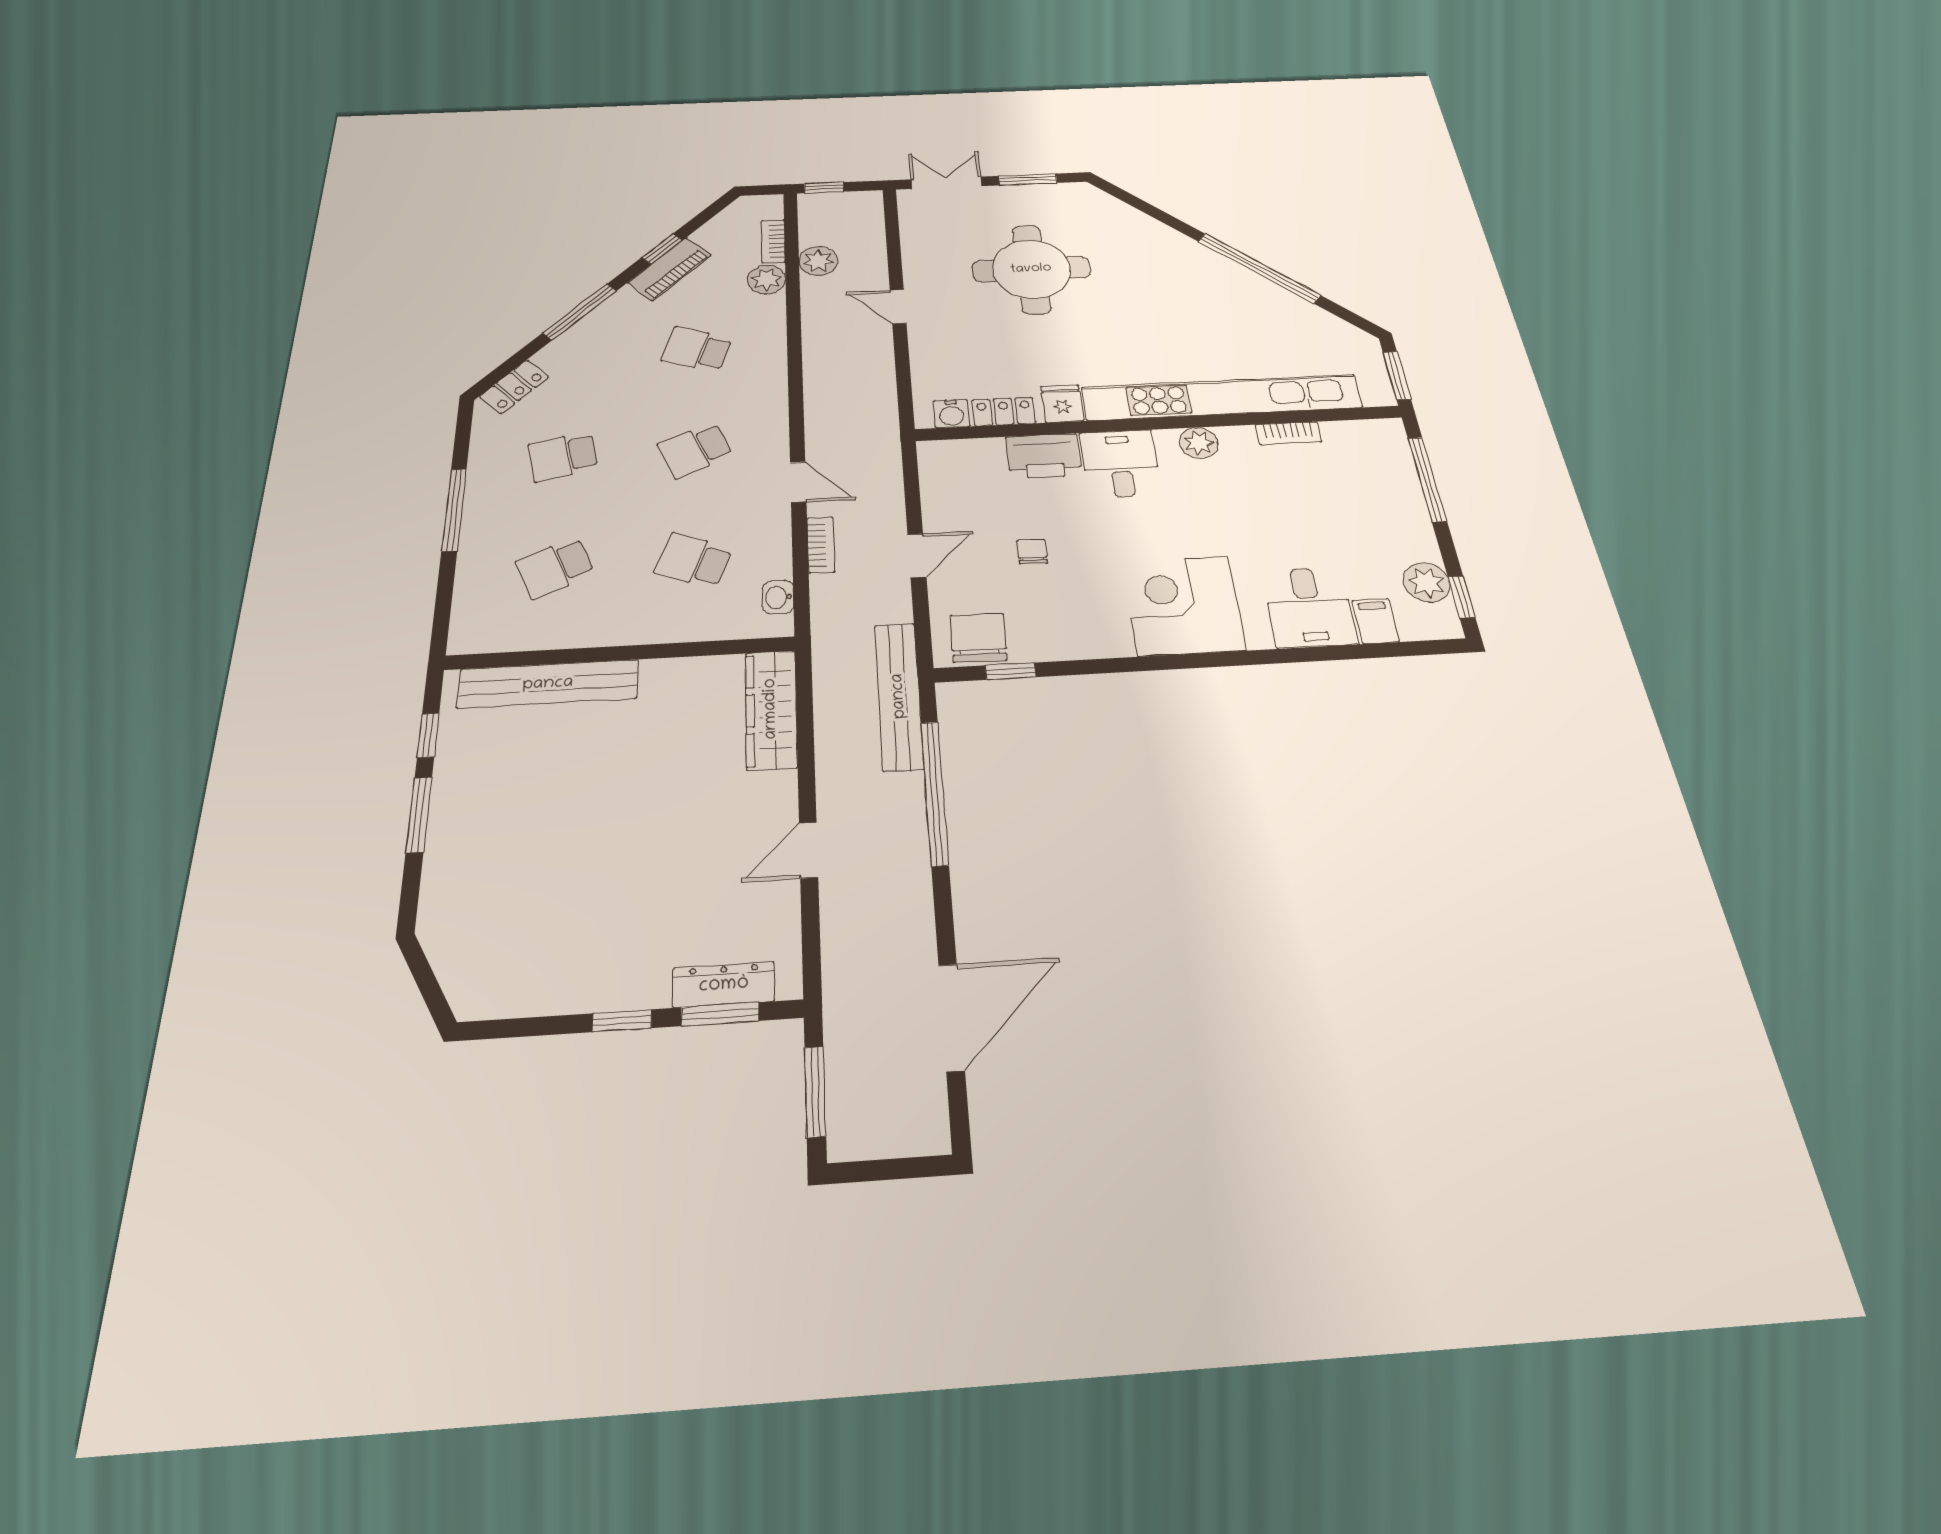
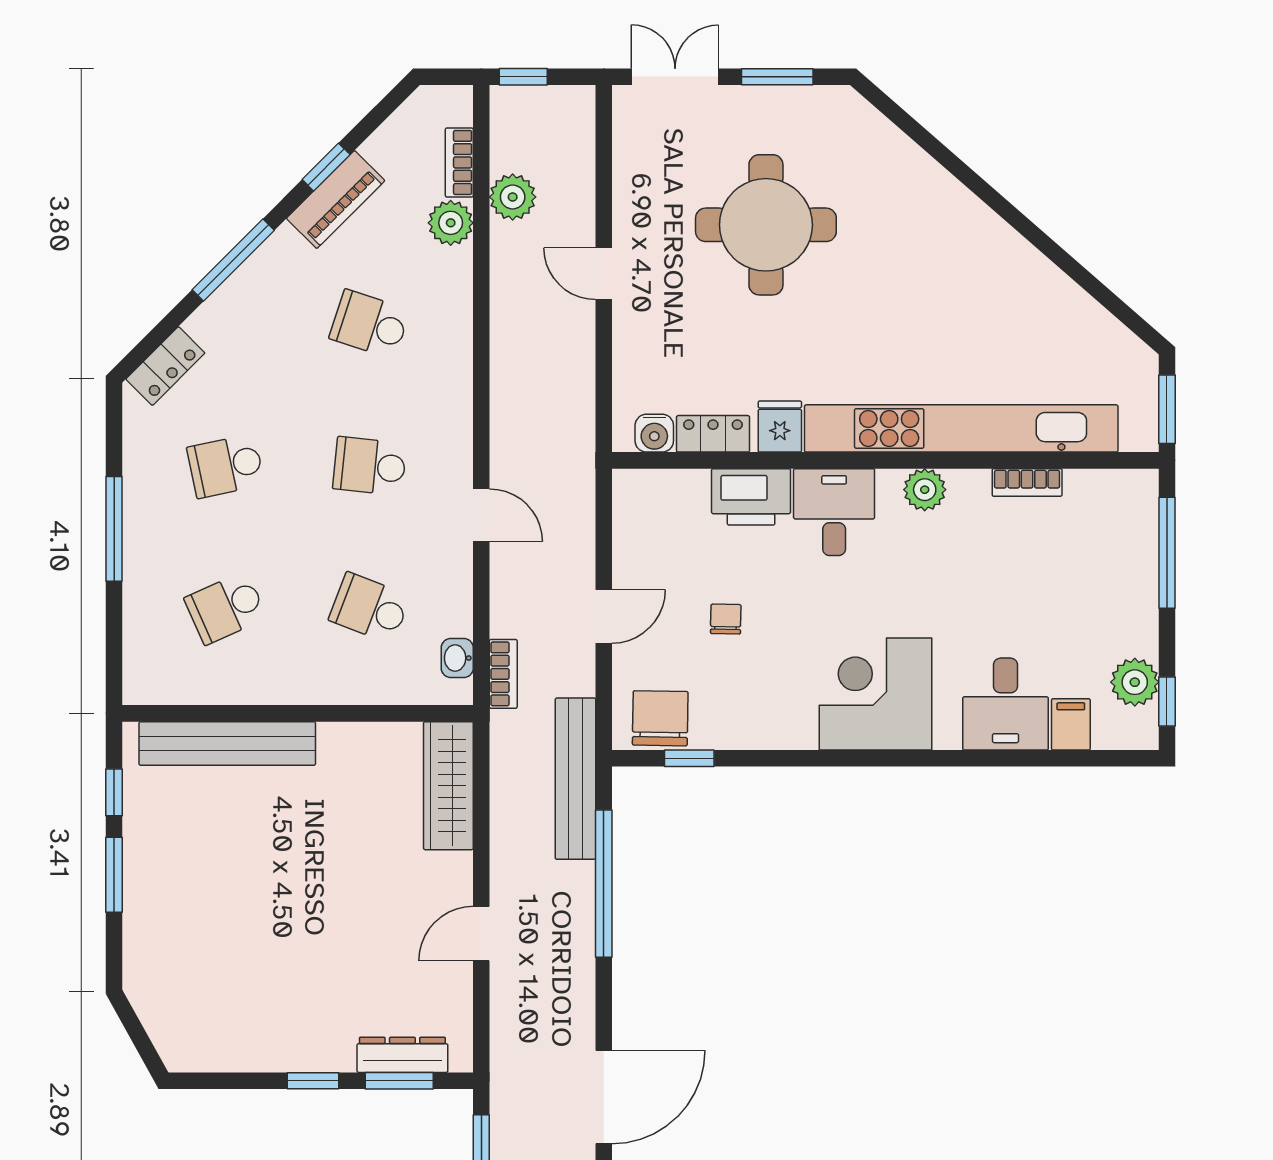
window: (1259, 268) -> (1039, 239), removed
school desk: (695, 450) -> (370, 466), turned 30
bookcase: (821, 545) -> (503, 674), moved

